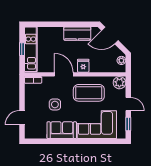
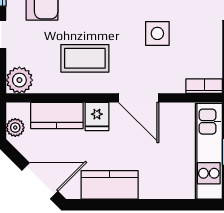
kitchen counter: (102, 66) -> (57, 115), added
coffee table: (89, 93) -> (85, 58), width x0.73, depth x0.76

